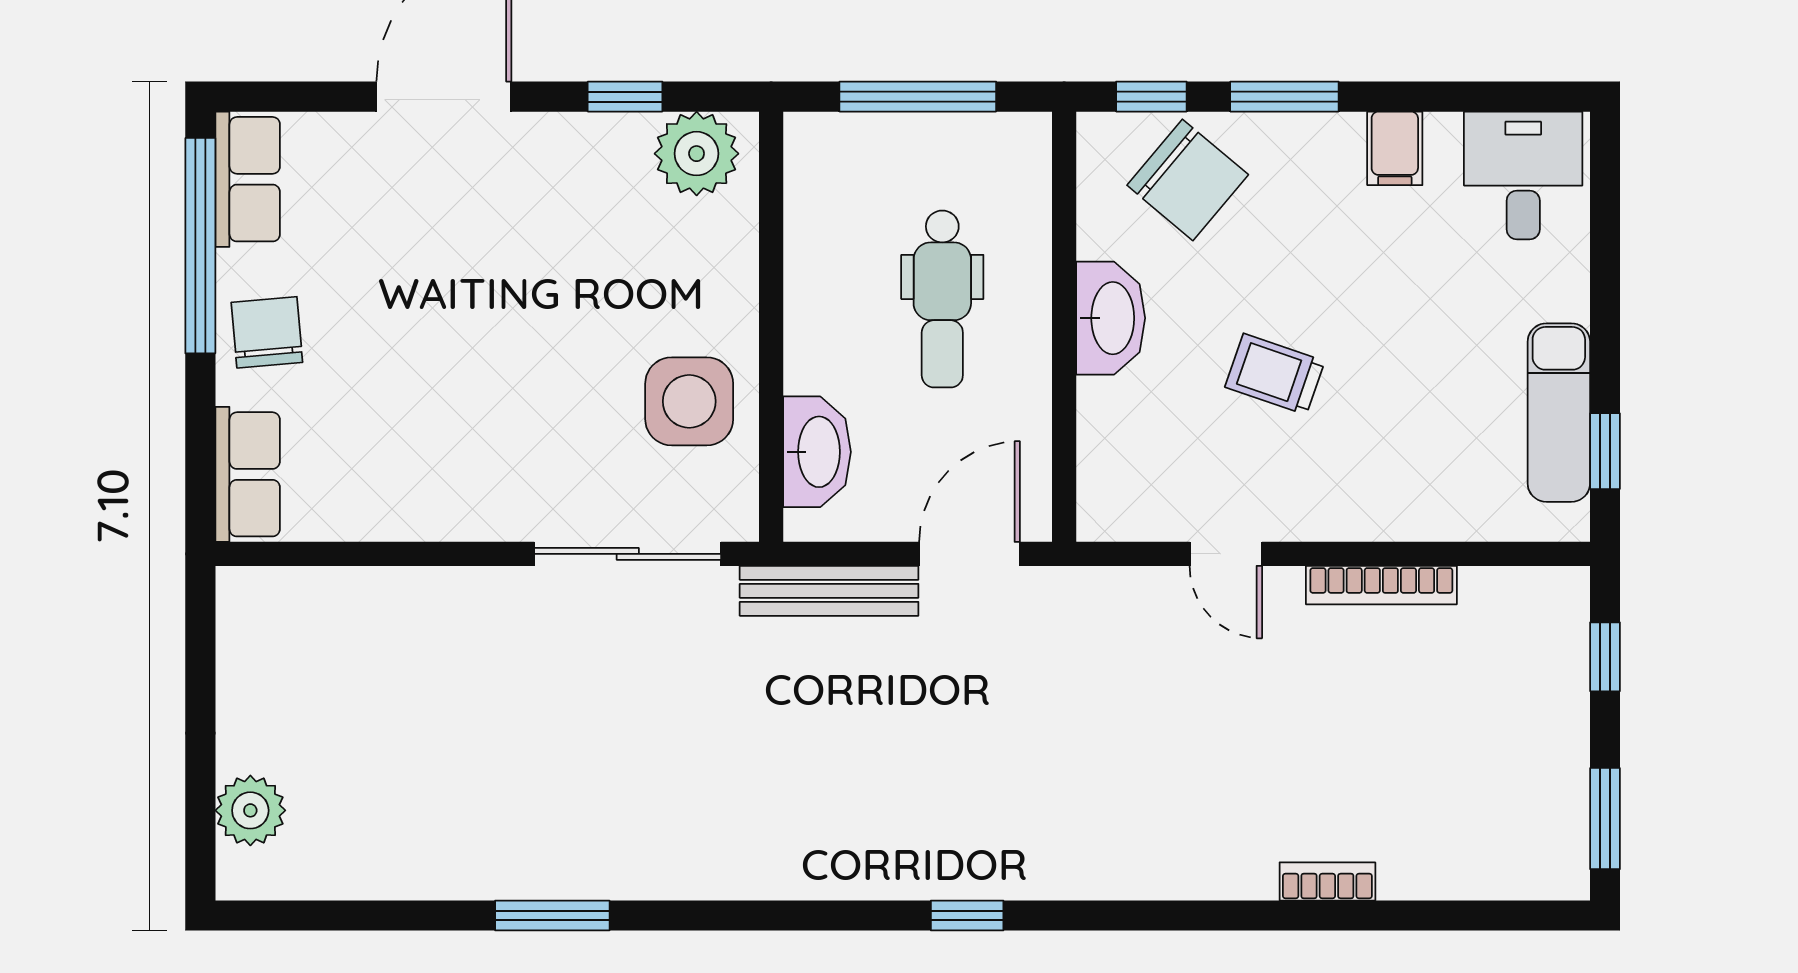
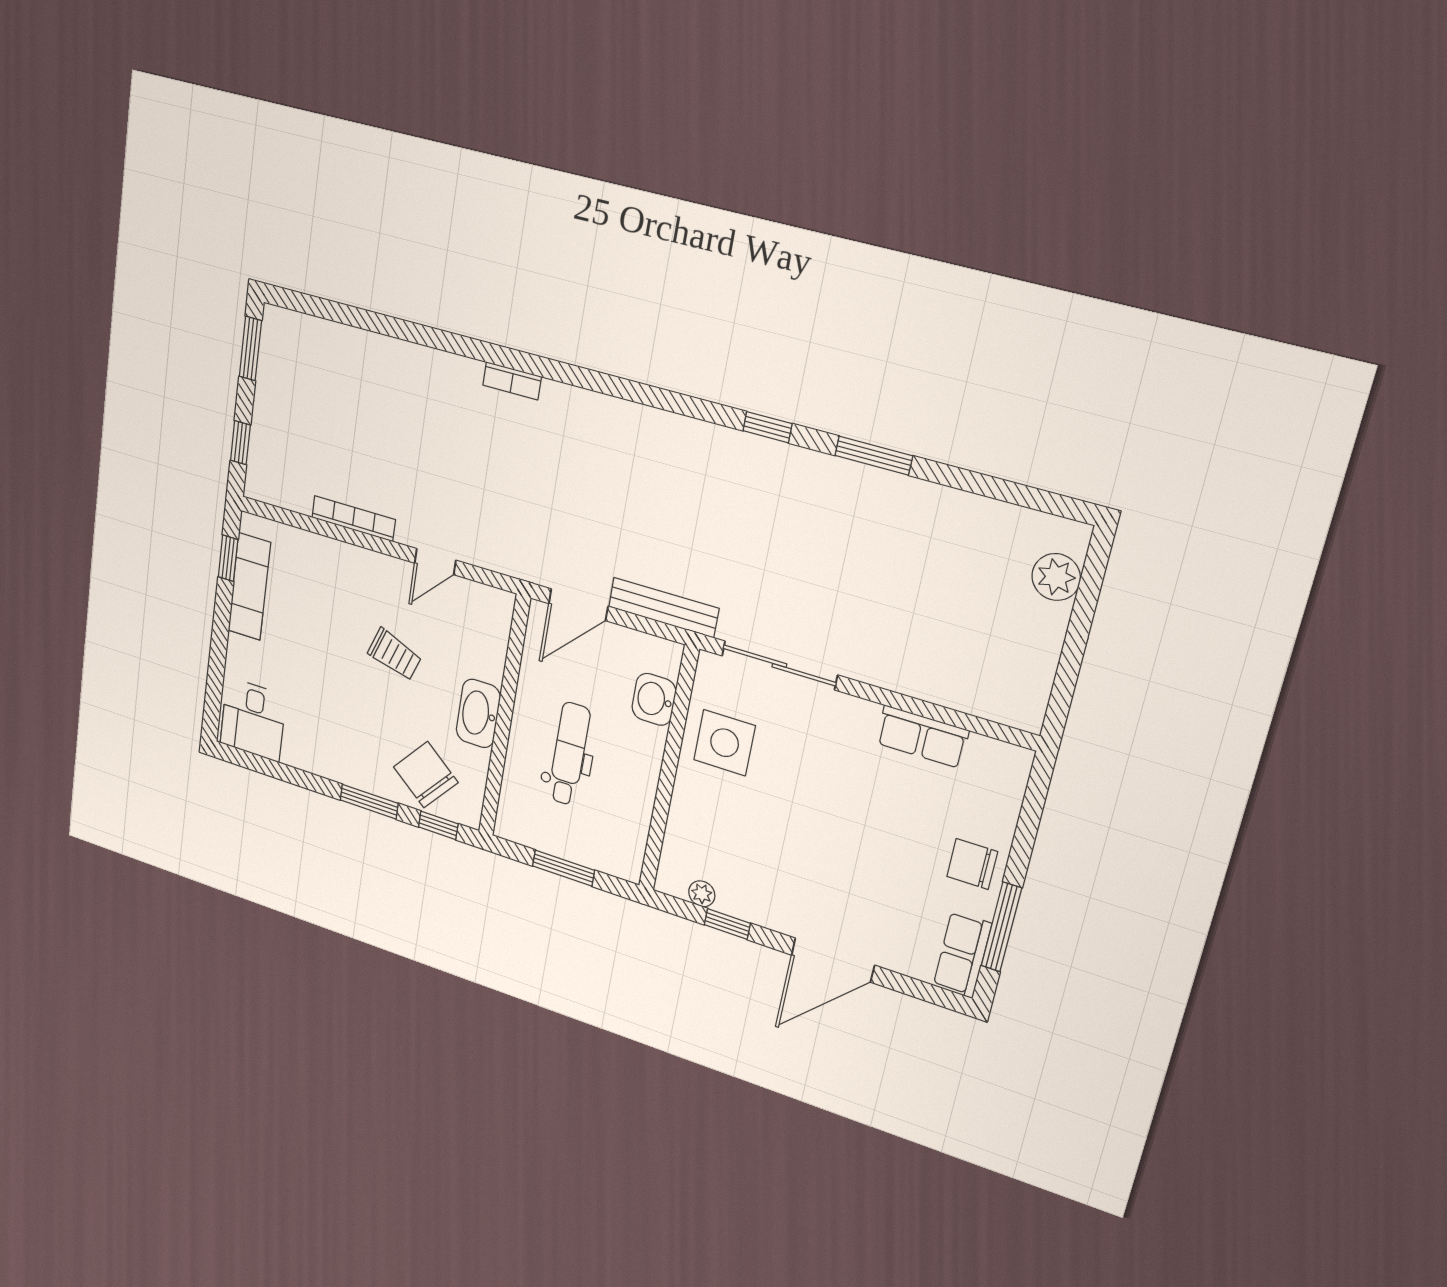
window: (918, 97) -> (563, 868), width x0.69
filing cabinet: (1395, 148) -> (316, 755), removed
plant: (697, 154) -> (702, 894), width x0.53, depth x0.53
window: (200, 246) -> (1001, 927), width x0.68
chair: (267, 332) -> (972, 864), turned 95
washbasin: (817, 452) -> (654, 699), width x0.72
row of seats: (248, 474) -> (922, 737), moved, turned -90
door: (1226, 554) -> (435, 562), swing flipped
bookcase: (1327, 881) -> (512, 381), moved
window: (967, 915) -> (767, 427), moved

